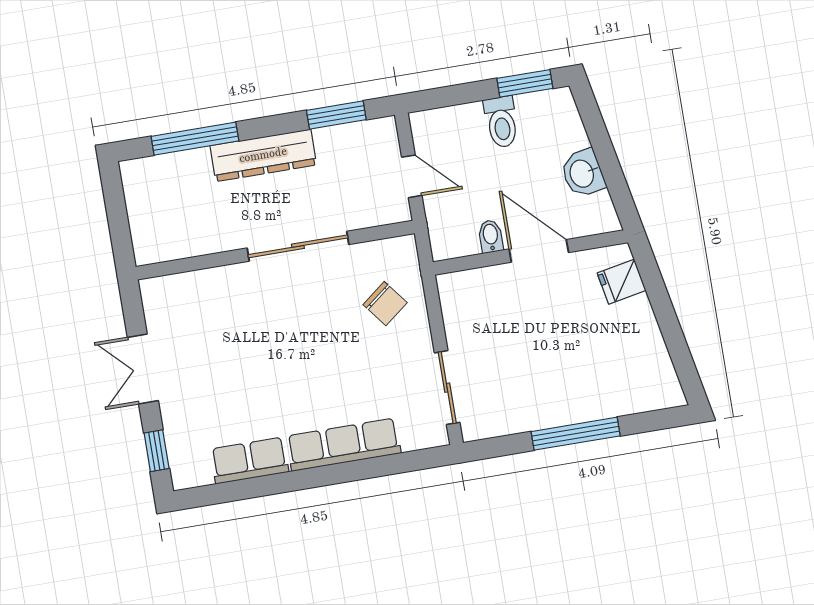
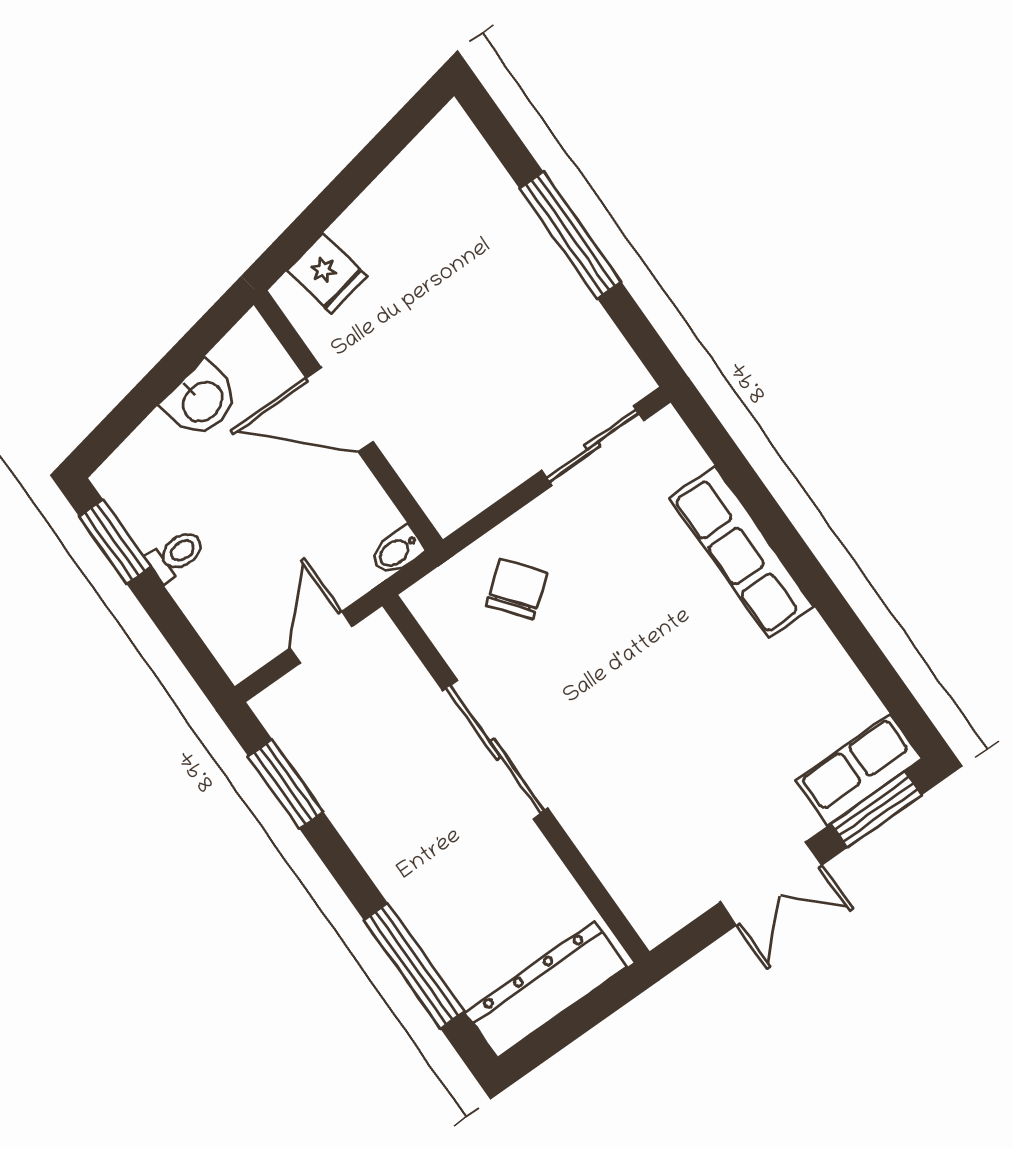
toilet: (501, 122) -> (176, 555), width x0.73, depth x0.72
dresser: (263, 155) -> (546, 990), moved, turned -90
bidet: (491, 236) -> (397, 551), moved
door: (539, 251) -> (340, 410), hinge flipped
window: (157, 451) -> (876, 809), width x1.50
row of seats: (249, 461) -> (859, 770), moved, turned 90

